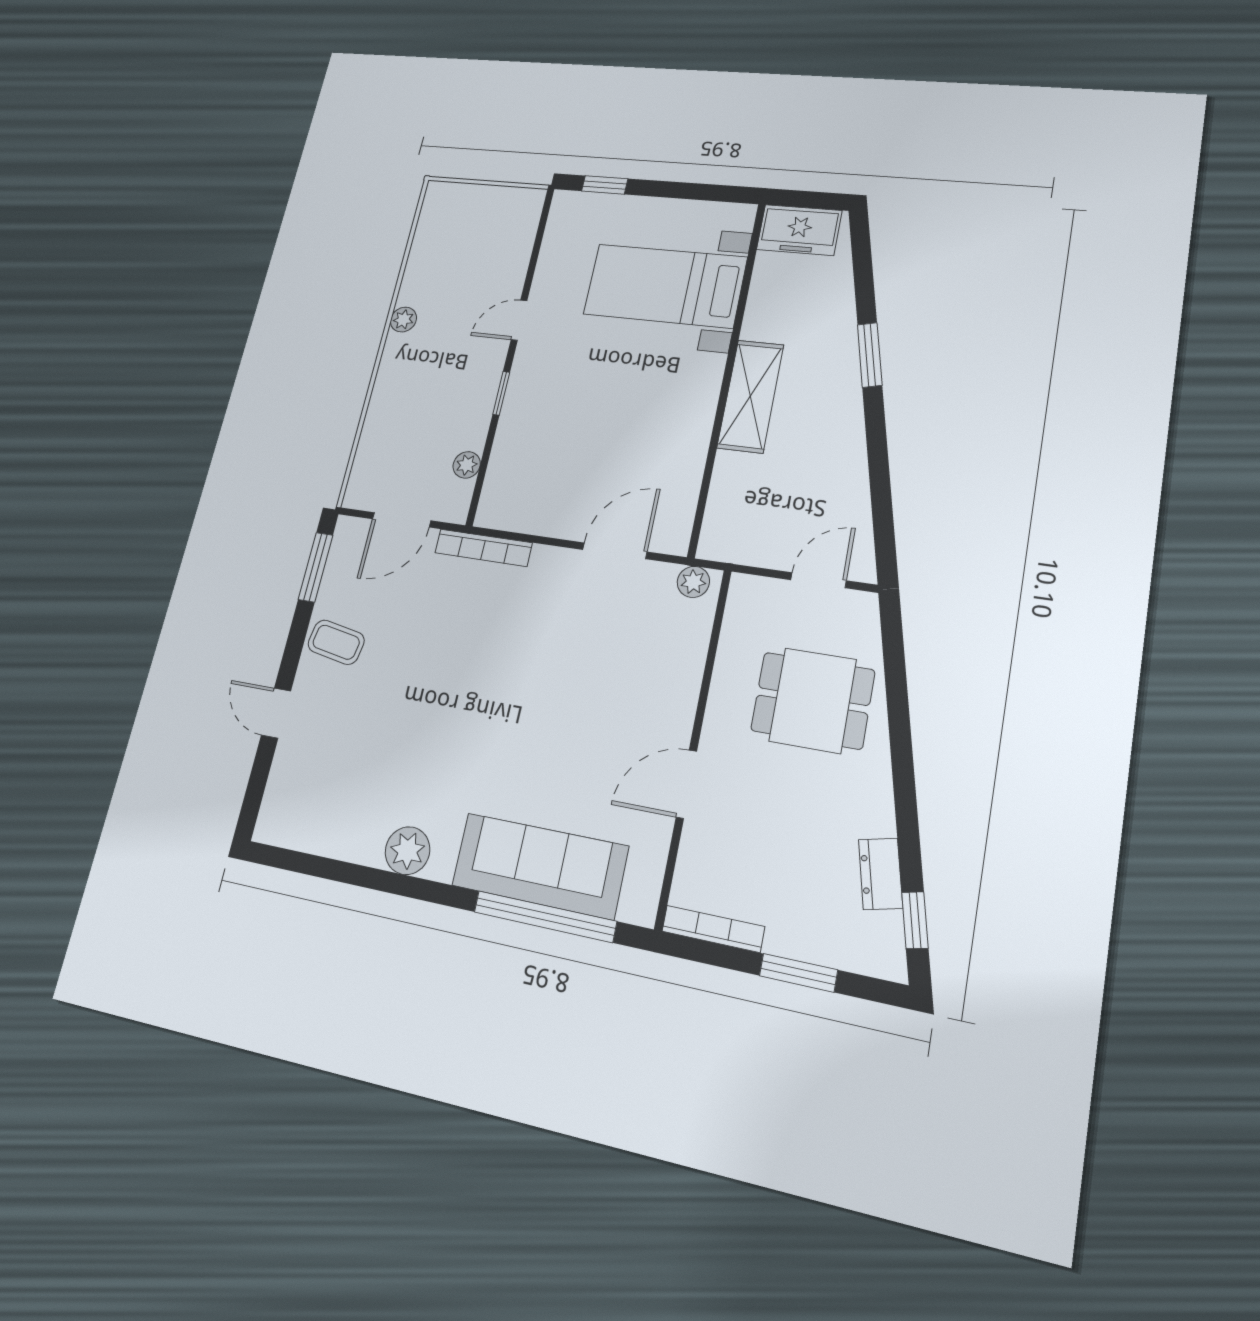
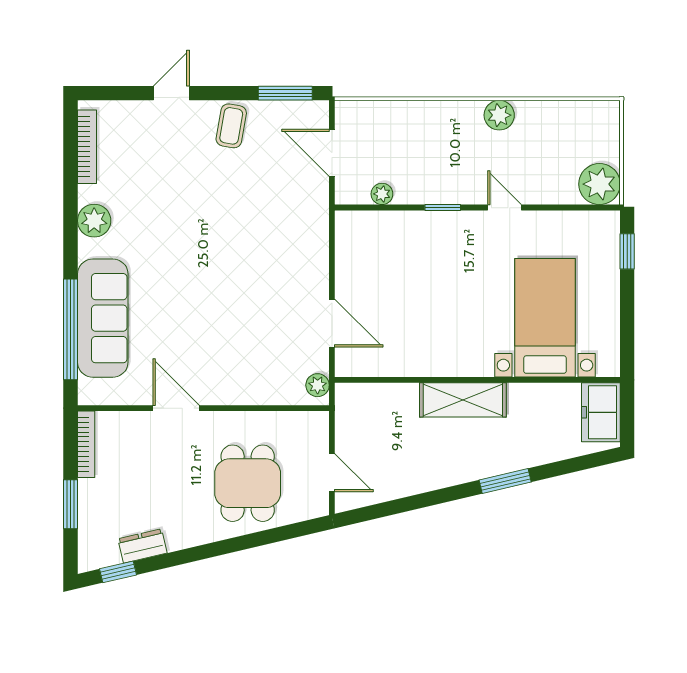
plant: (518, 210) -> (599, 184), added
plant: (403, 320) -> (499, 115), width x1.38, depth x1.38
bookcase: (483, 548) -> (87, 147), moved, turned 180

